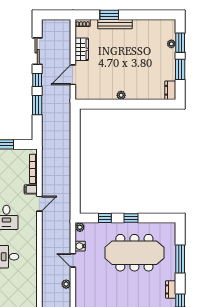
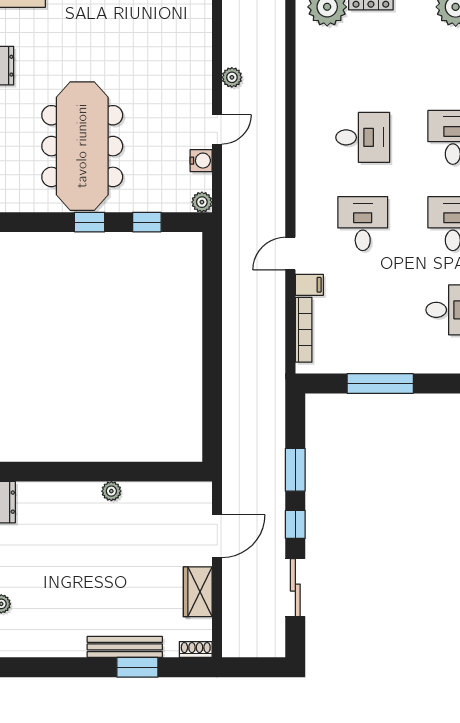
meeting table: (134, 253) -> (82, 146), turned 90
door: (73, 260) -> (217, 129), hinge flipped

